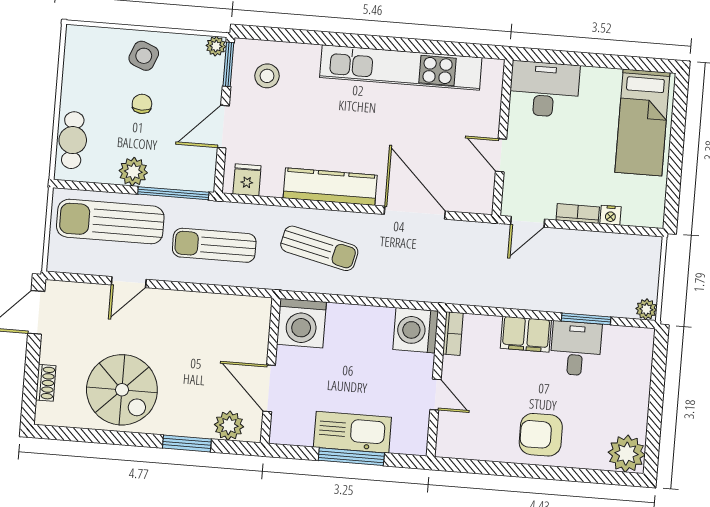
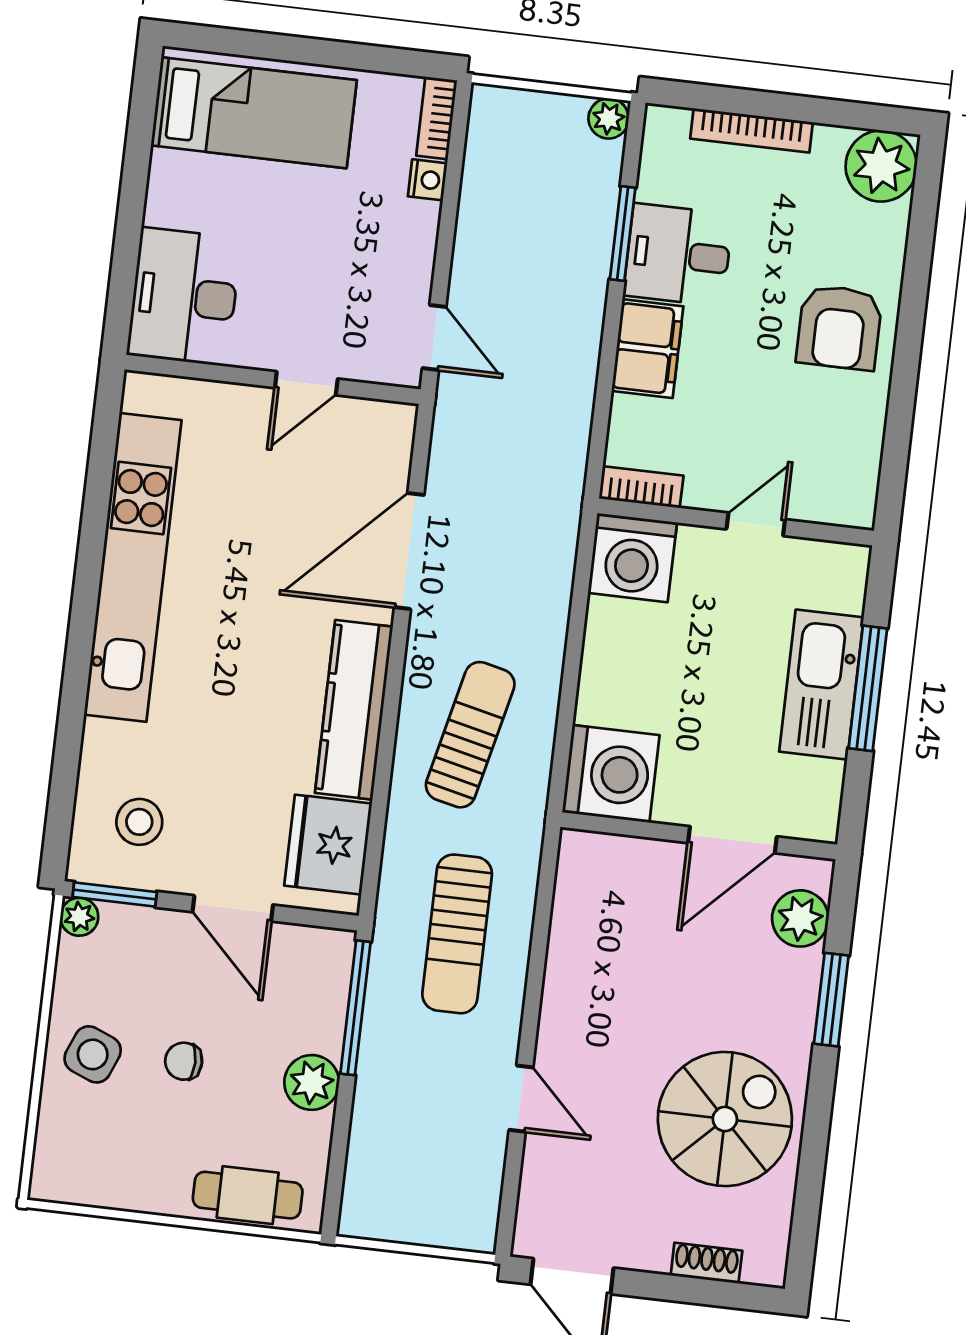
fridge: (247, 180) -> (328, 845), width x1.88, depth x1.34
bookcase: (578, 213) -> (437, 118), moved
sun lounger: (110, 222) -> (405, 1130), removed
bookcase: (643, 385) -> (752, 130), added

